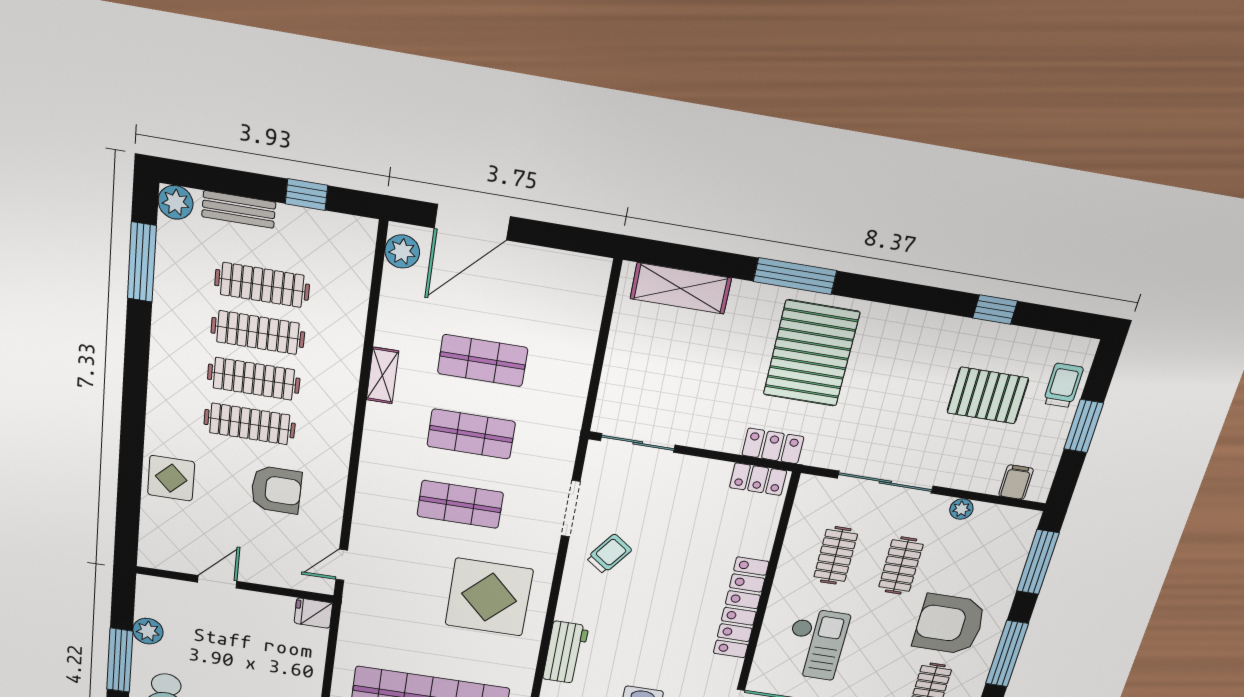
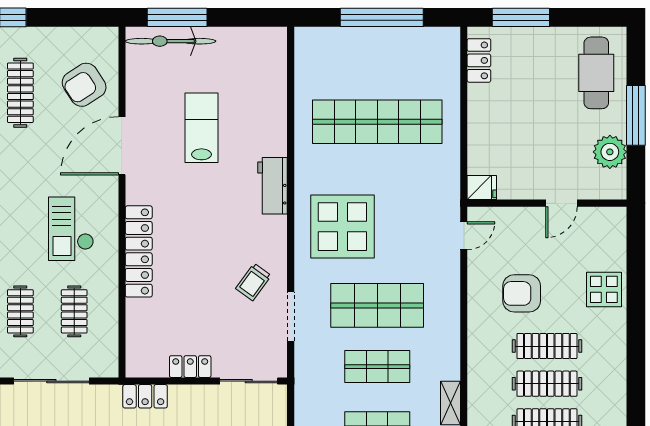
locker: (758, 479) -> (190, 367), moved
shop shelf: (460, 504) -> (377, 305), width x1.43, depth x1.36
plant: (148, 631) -> (610, 152), width x1.36, depth x1.36

